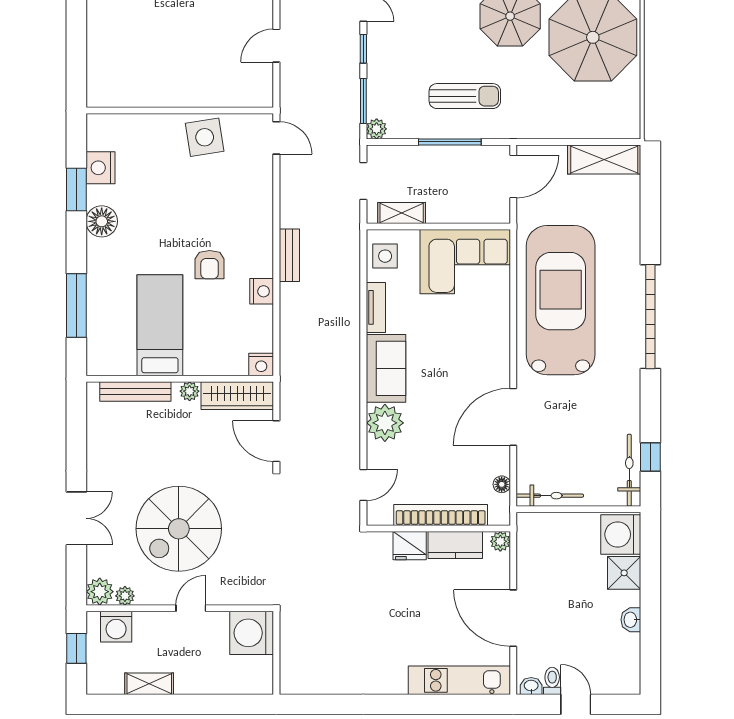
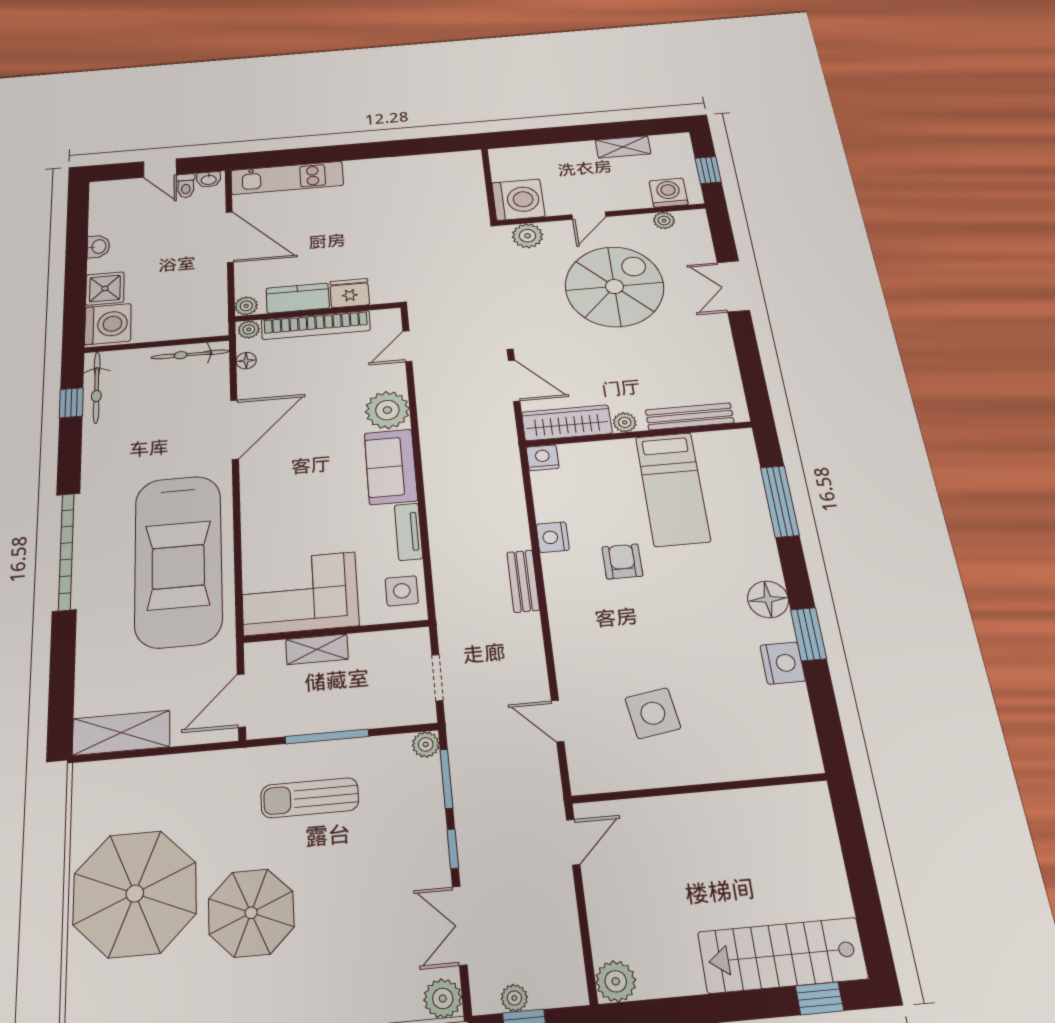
wall: (180, 111) -> (699, 788), moved
shelving: (402, 213) -> (317, 649), moved
plant: (499, 516) -> (249, 329), added
plant: (100, 592) -> (527, 236), moved

